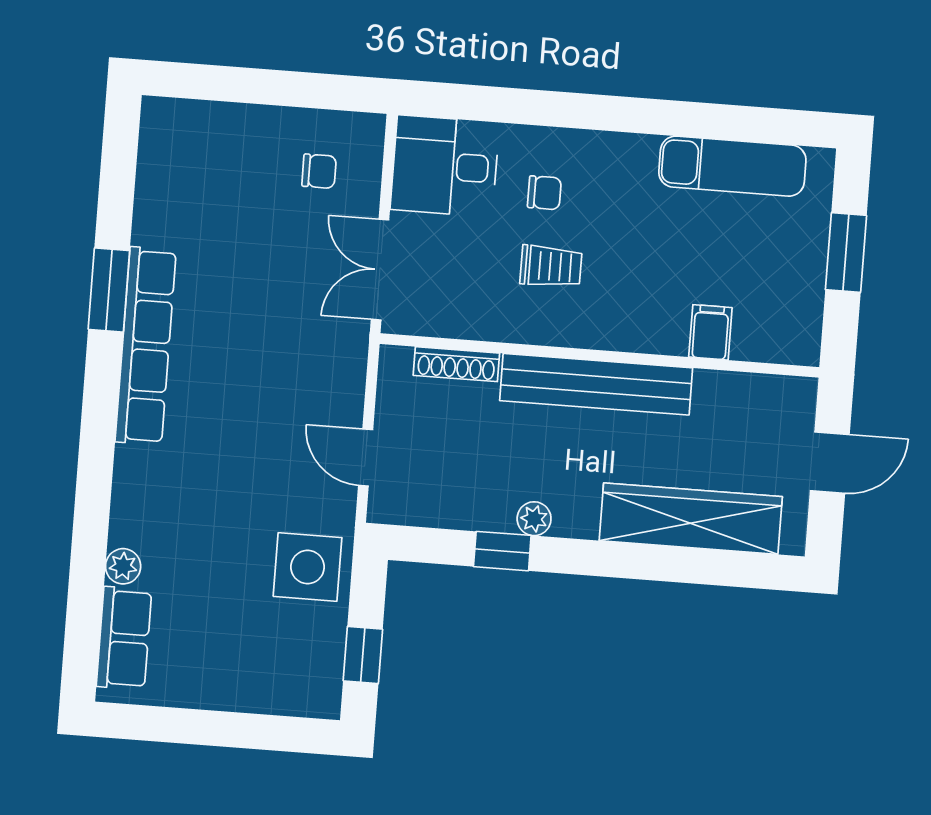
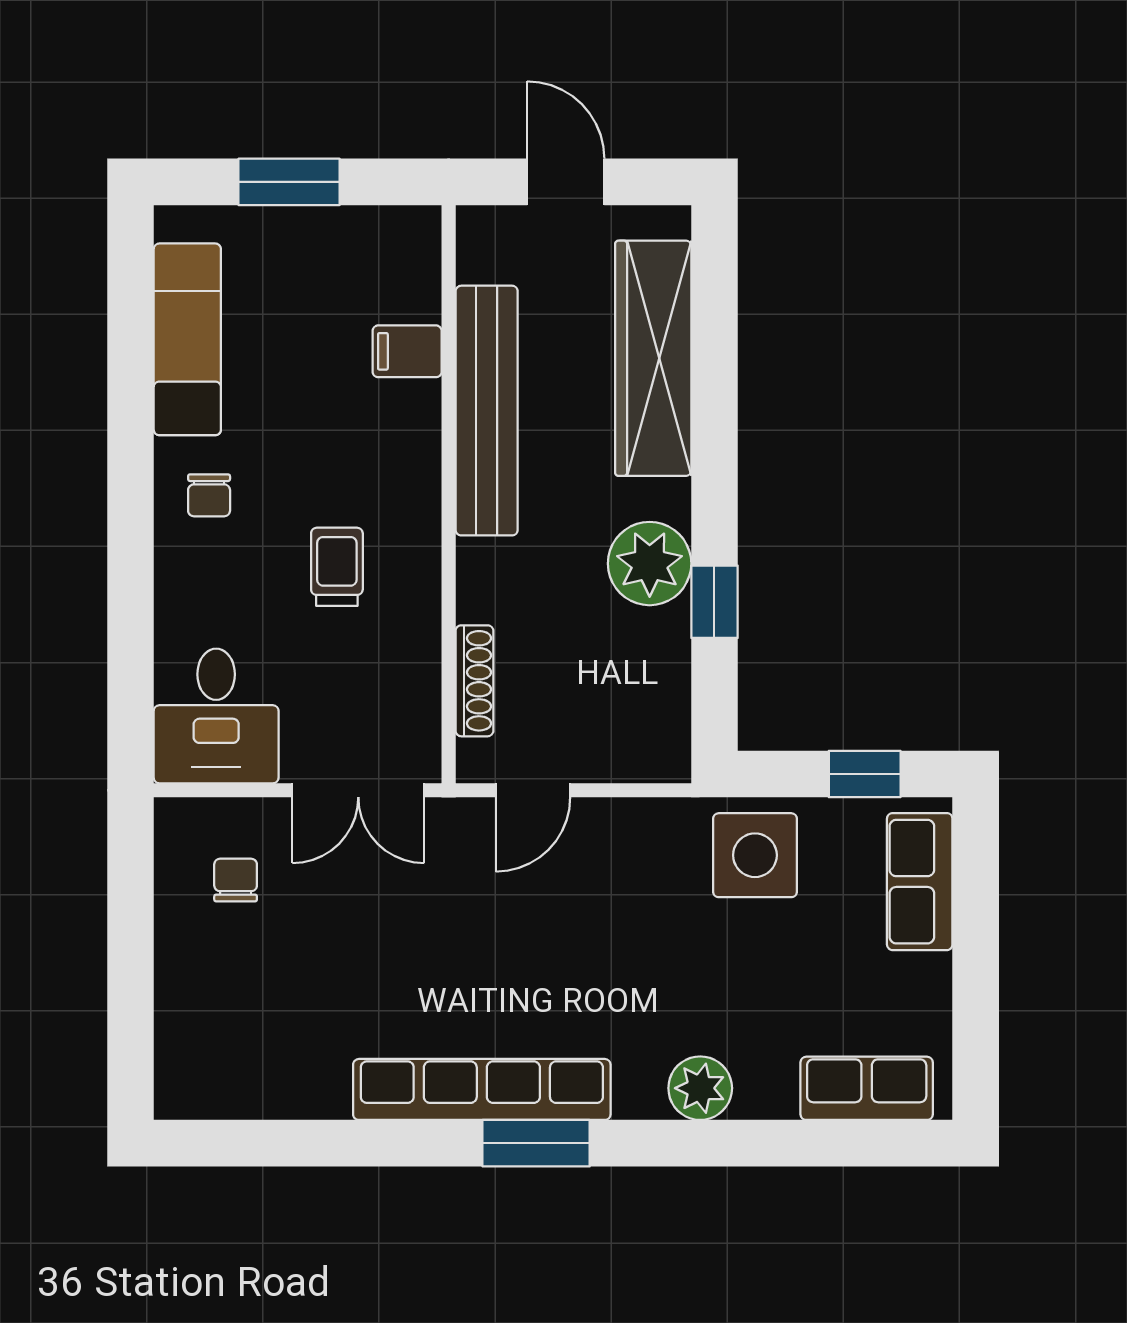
chair: (544, 193) -> (209, 495), moved, turned 180
window: (109, 290) -> (536, 1143), moved
bench: (596, 384) -> (487, 411), moved
door: (366, 457) -> (533, 790), moved
plant: (534, 519) -> (650, 564), width x1.88, depth x1.88
plant: (123, 566) -> (700, 1088), moved, width x1.38, depth x1.38
row of seats: (278, 690) -> (920, 882), added

